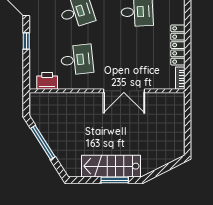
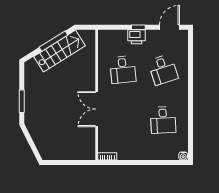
locker: (178, 45) -> (135, 154), removed
printer: (47, 81) -> (136, 37), moved, turned 90
stairs: (111, 166) -> (59, 51), moved, turned 58

